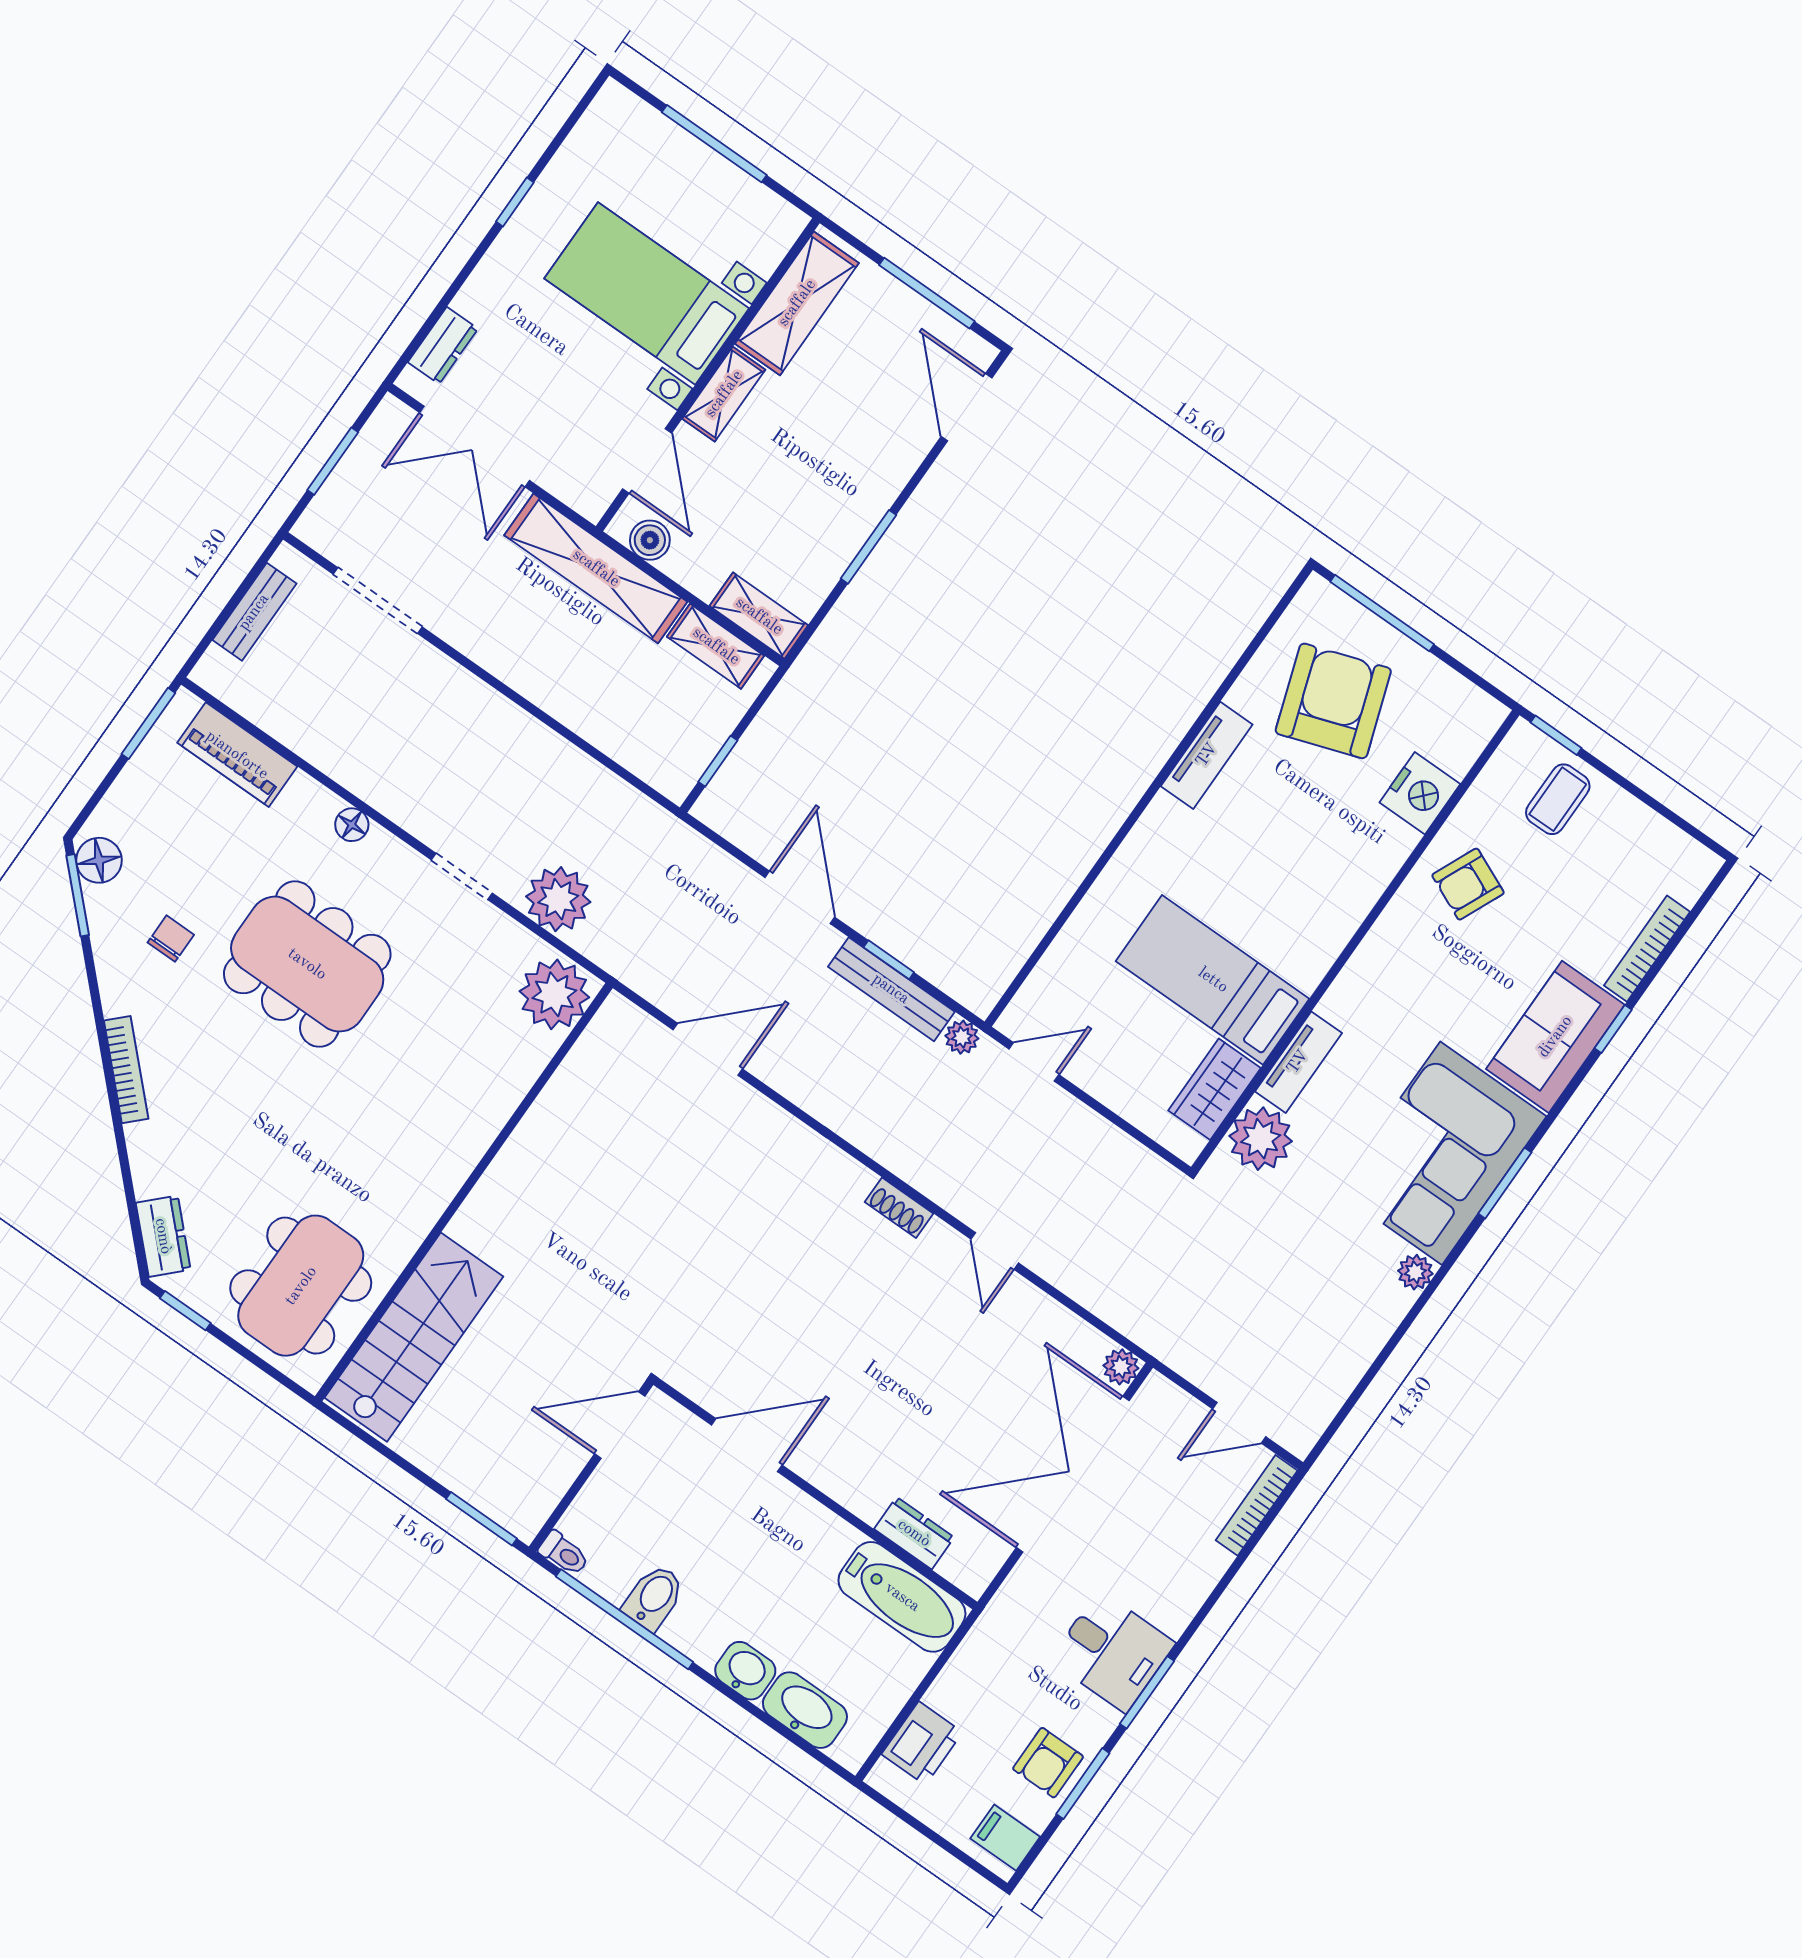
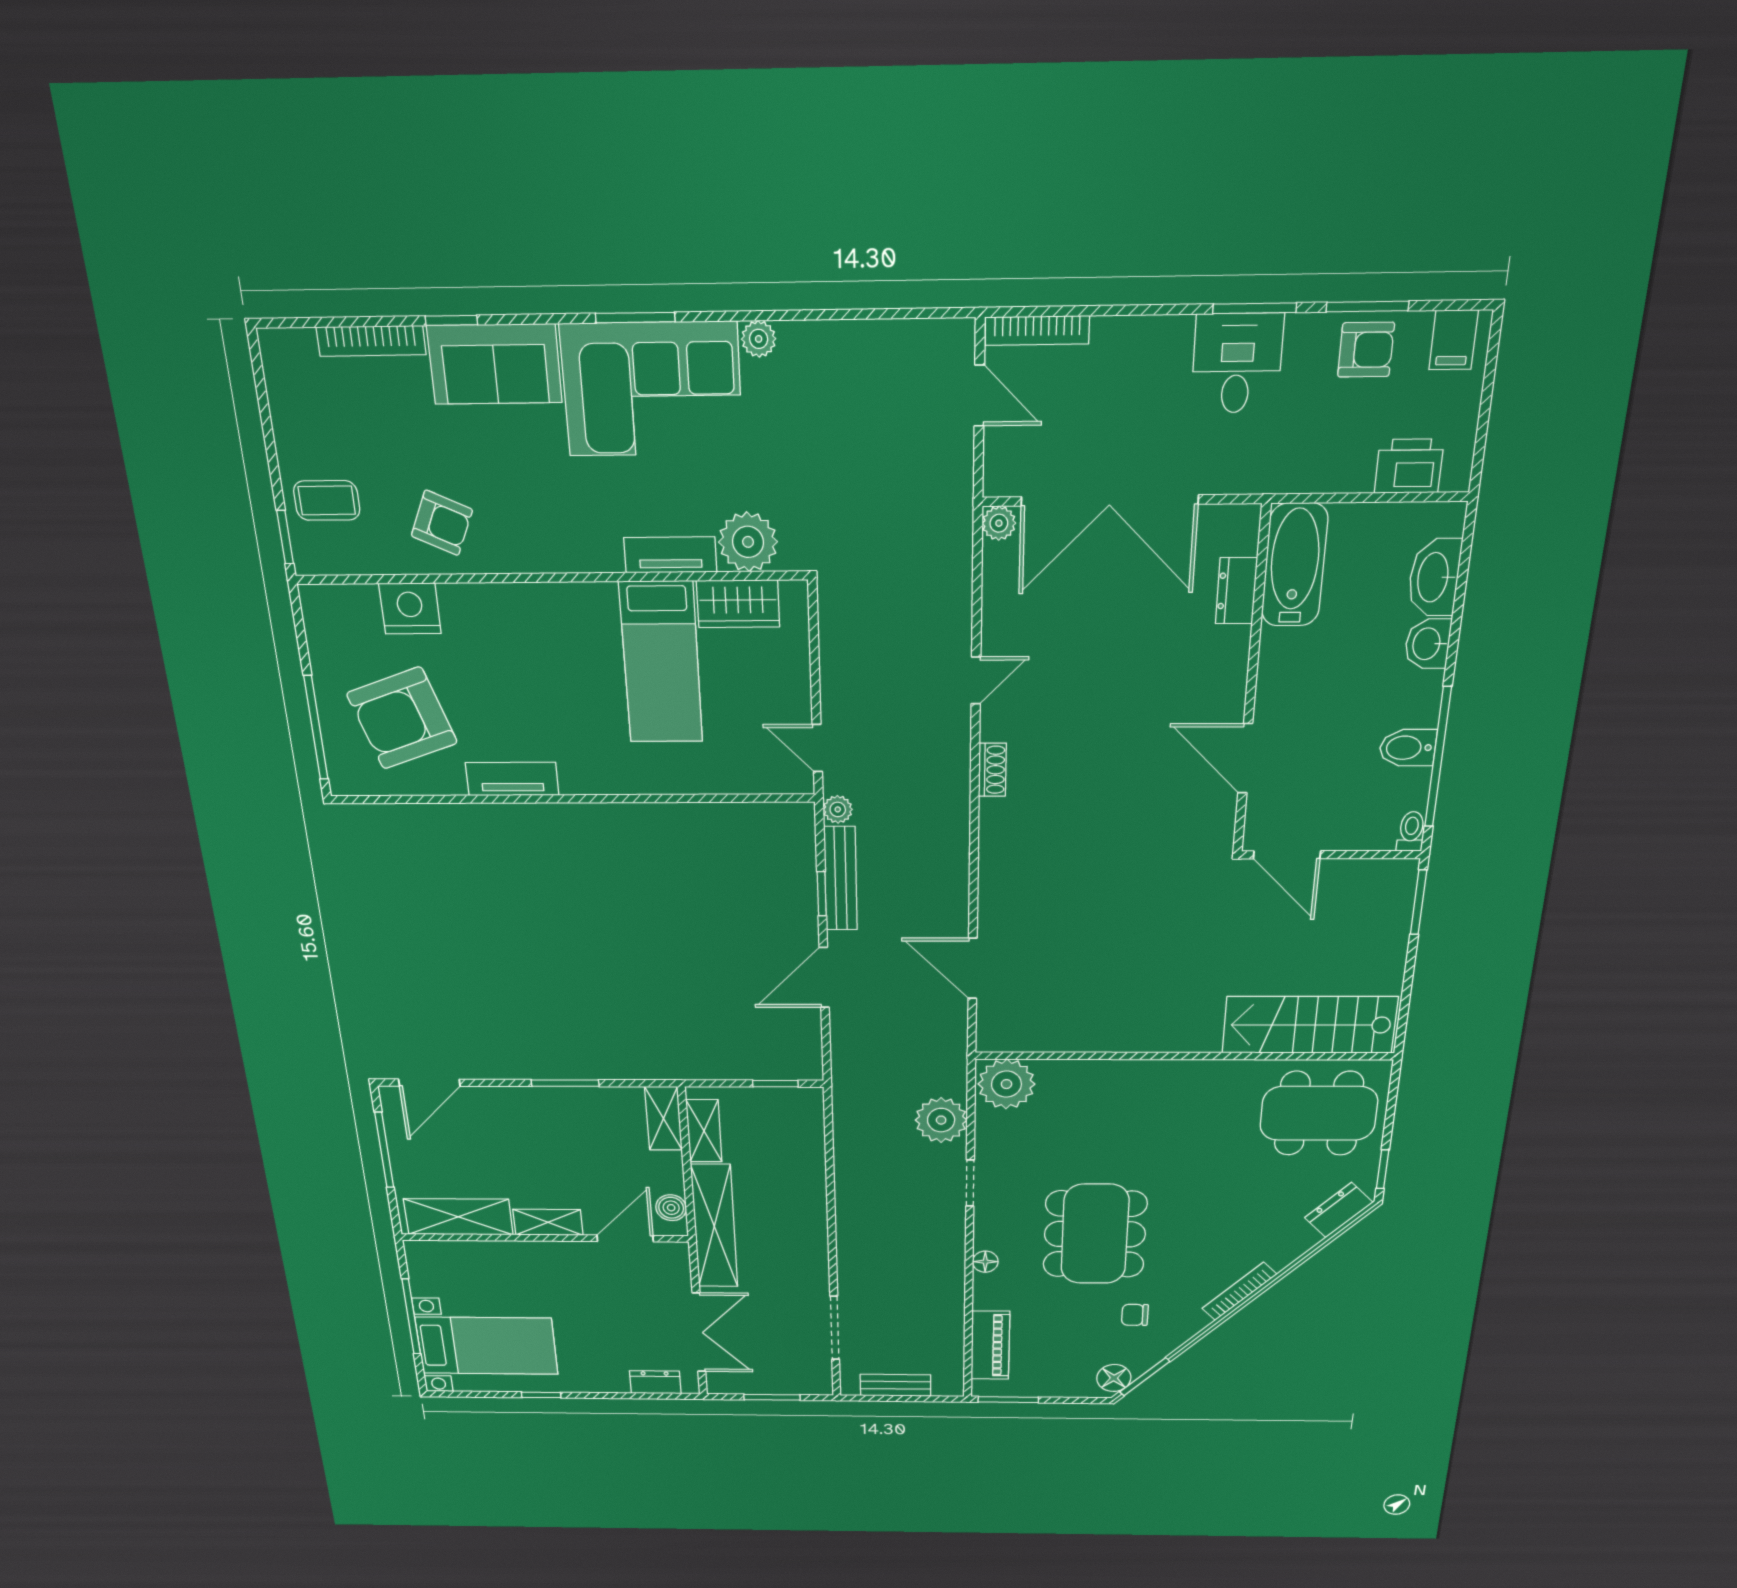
bed with nightstands: (647, 293) -> (487, 1346), moved, turned -90

